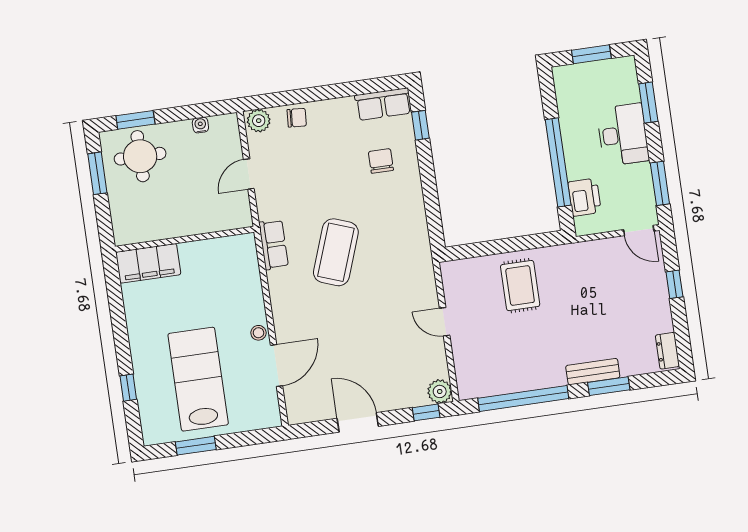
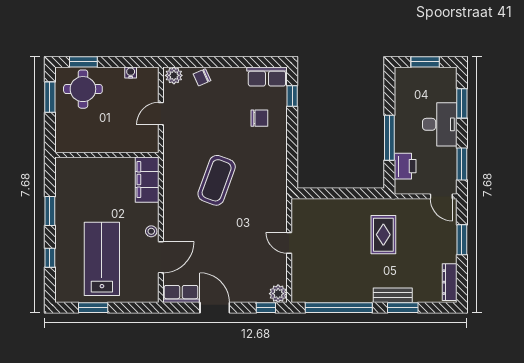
chair: (297, 118) -> (202, 77), turned 152
chair: (381, 161) -> (259, 118), turned 90
window: (558, 162) -> (389, 138), width x0.68
row of seats: (273, 245) -> (181, 294), moved, turned -90
filing cabinet: (148, 263) -> (147, 180), moved, turned 90
window: (674, 284) -> (462, 240), width x1.50
rug: (520, 286) -> (383, 235), moved
window: (119, 325) -> (50, 211), added
dresser: (667, 351) -> (450, 282), width x1.44

